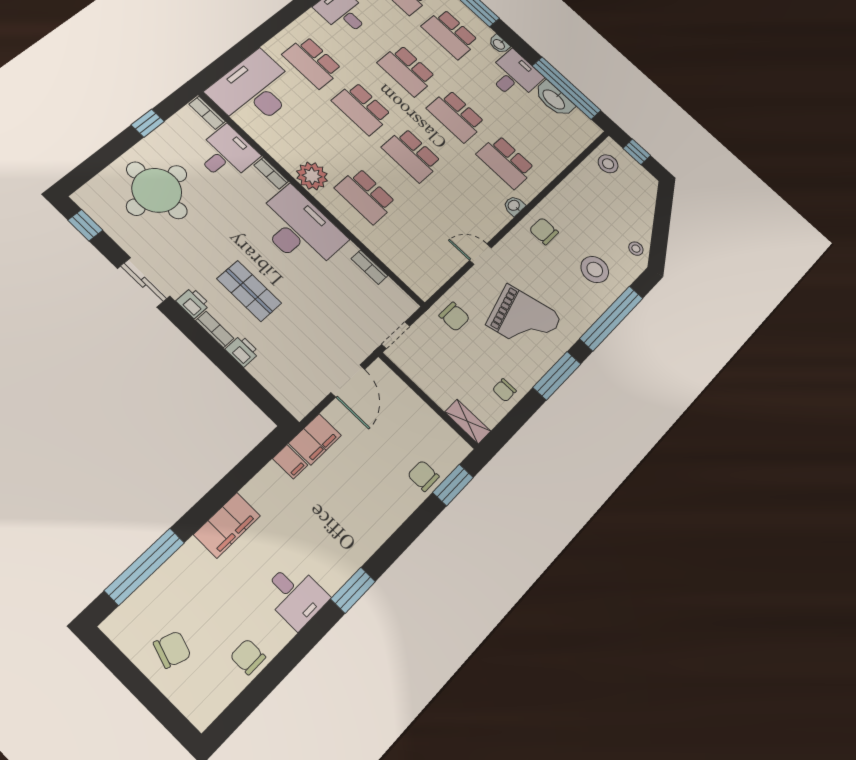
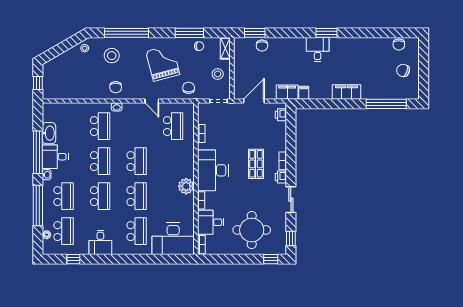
window: (567, 88) -> (38, 152), moved
window: (148, 123) -> (271, 259), moved
stool: (608, 164) -> (218, 74), moved
school desk: (366, 196) -> (173, 126), moved
printer: (242, 351) -> (281, 115), moved
window: (557, 376) -> (189, 33), moved
desk: (295, 595) -> (318, 49), moved
chair: (248, 657) -> (399, 45), moved

